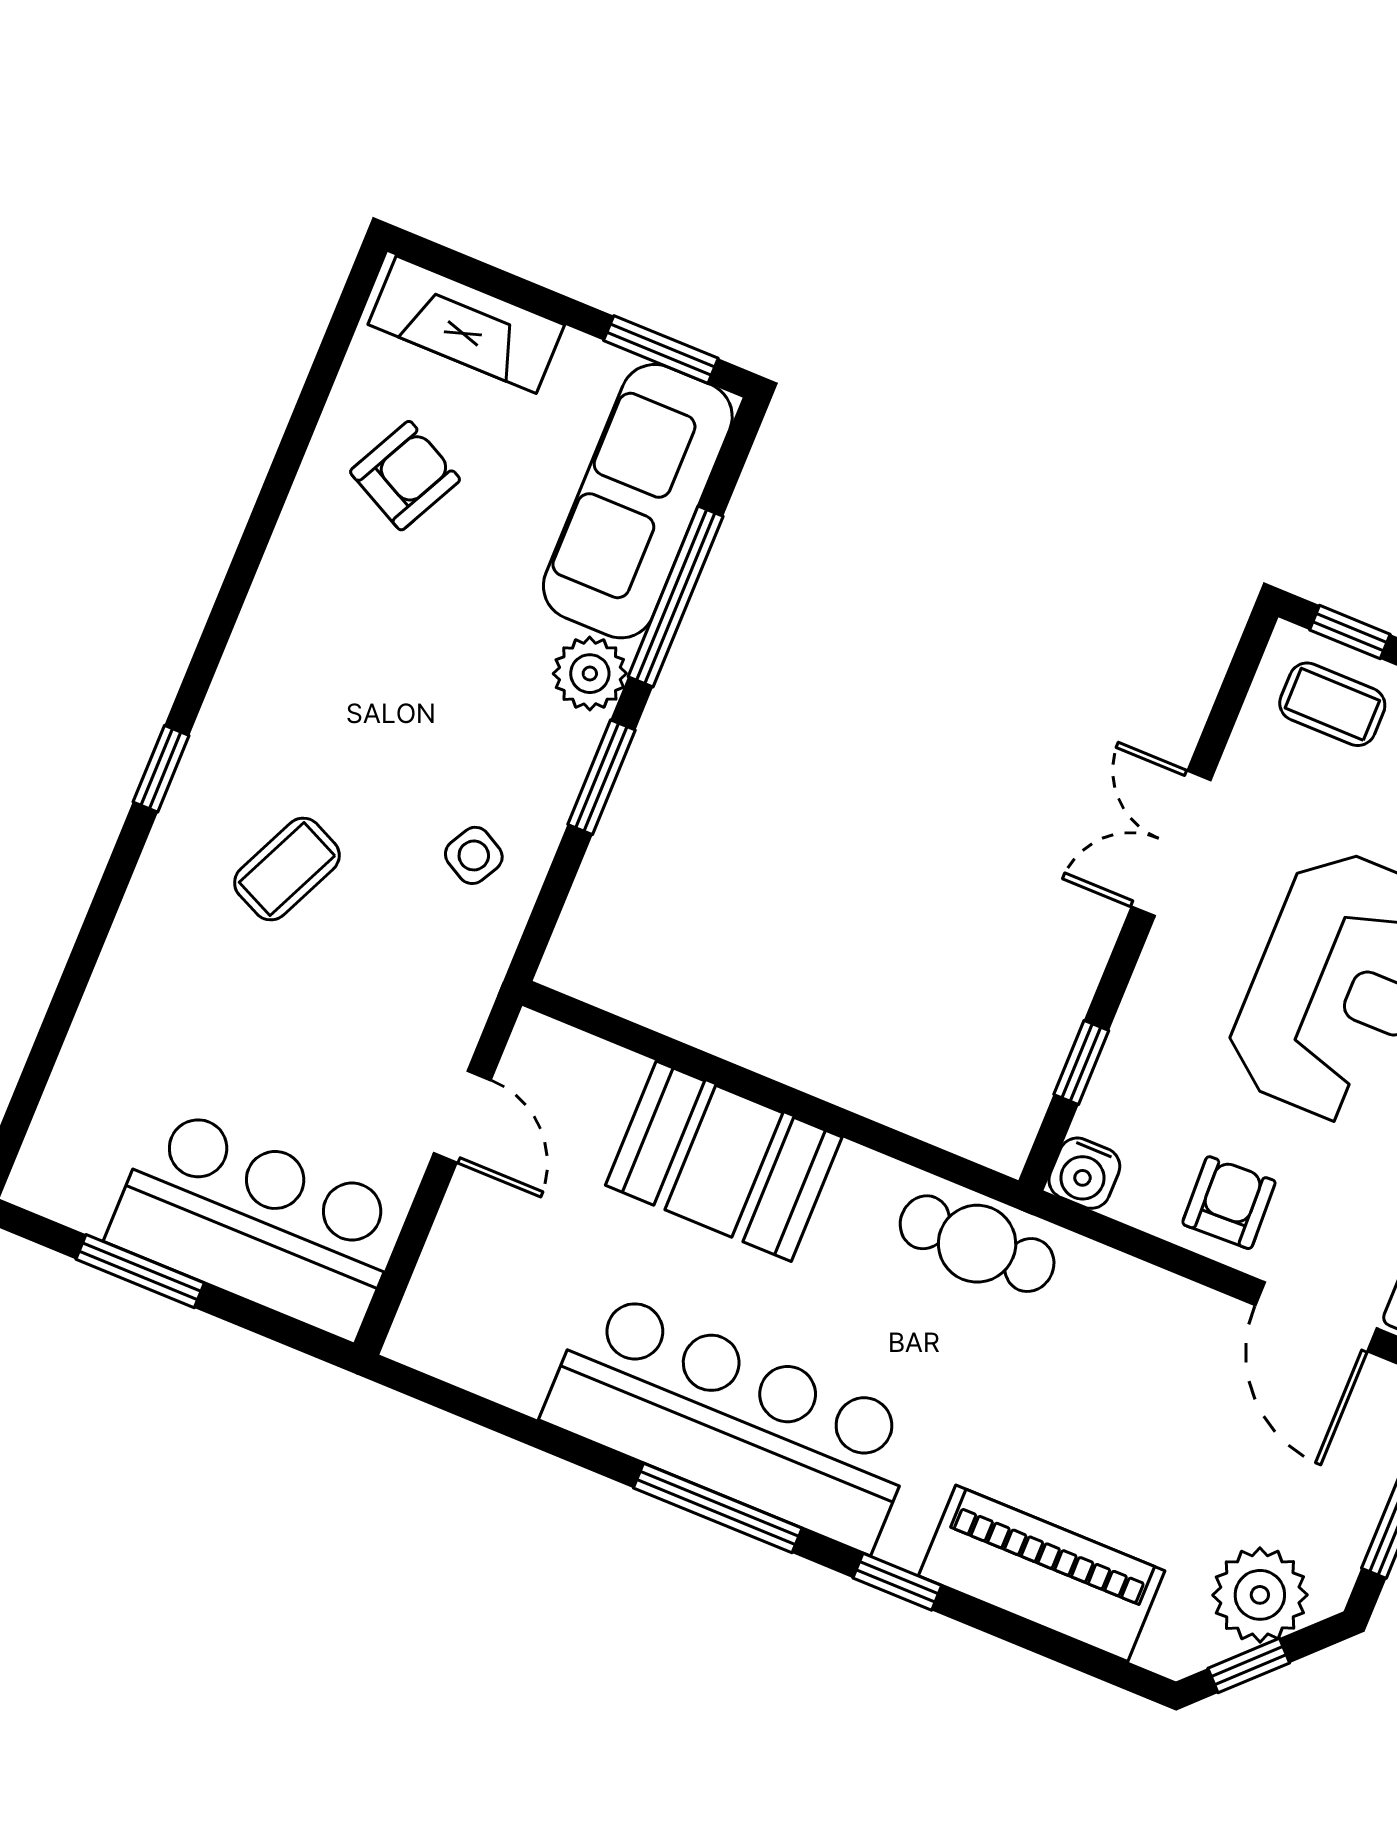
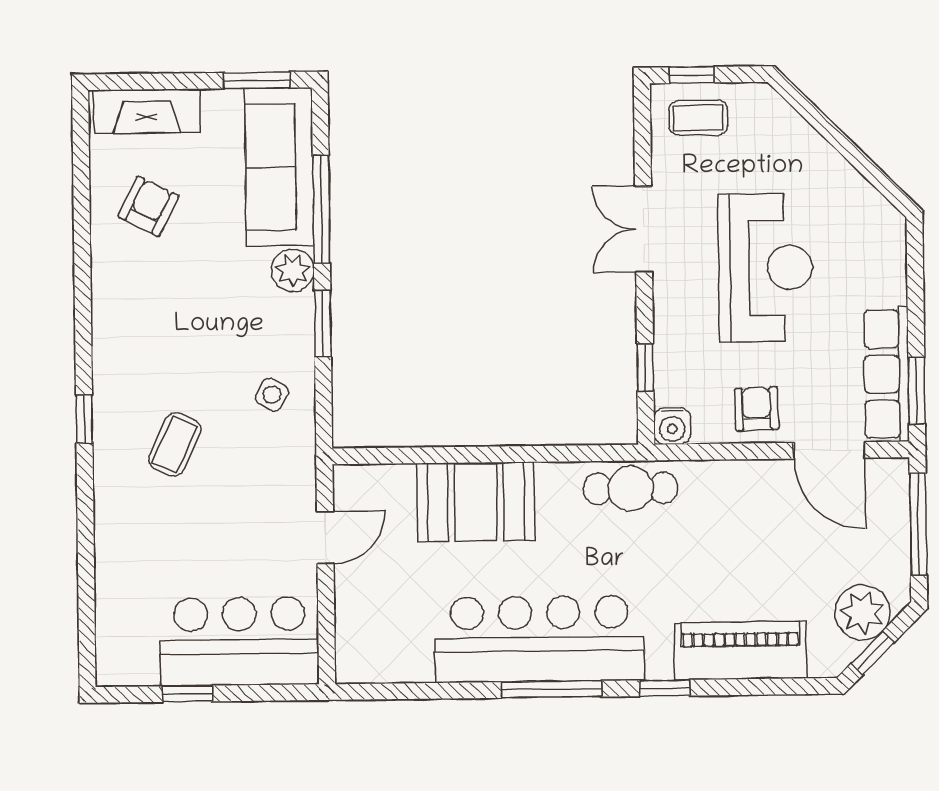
door: (462, 1117) -> (325, 537), hinge flipped
window: (140, 1271) -> (188, 694), width x0.67

